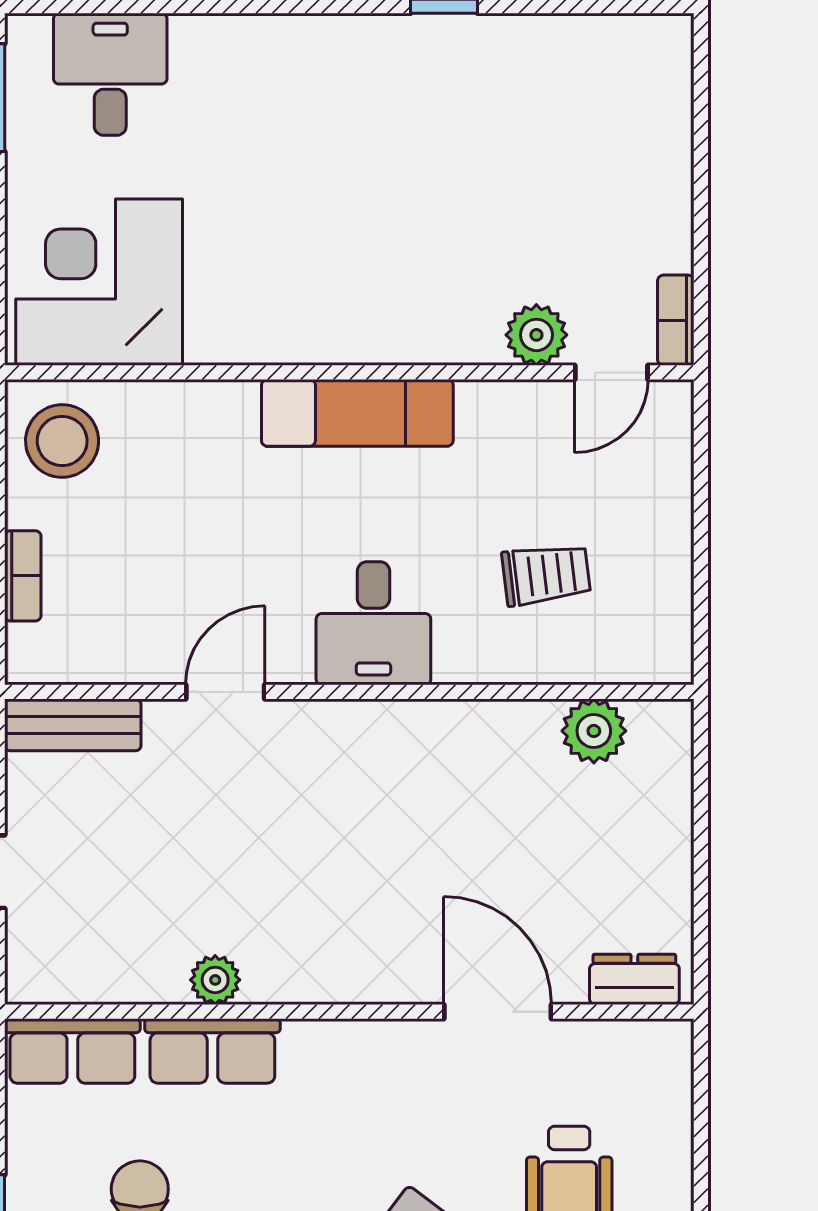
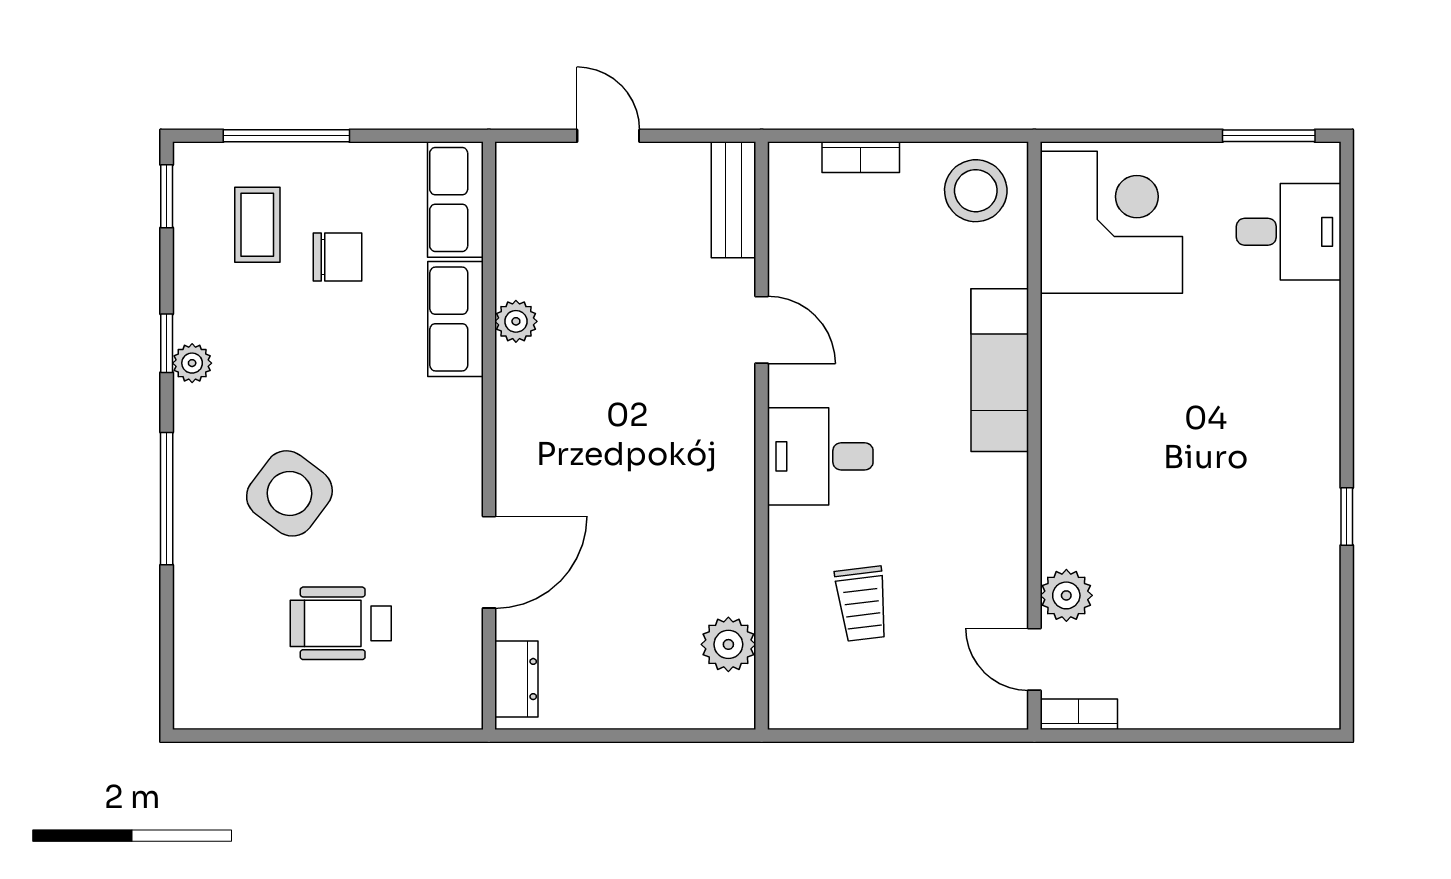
exam couch: (357, 413) -> (1000, 370), moved

